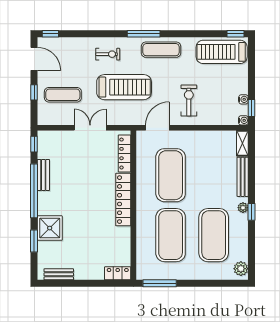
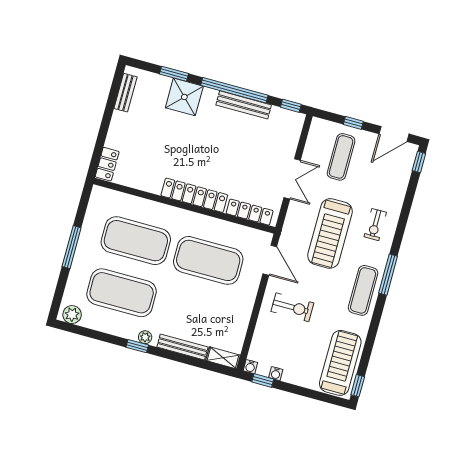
bench: (43, 175) -> (244, 105), width x1.36
window: (160, 283) -> (72, 247), moved

